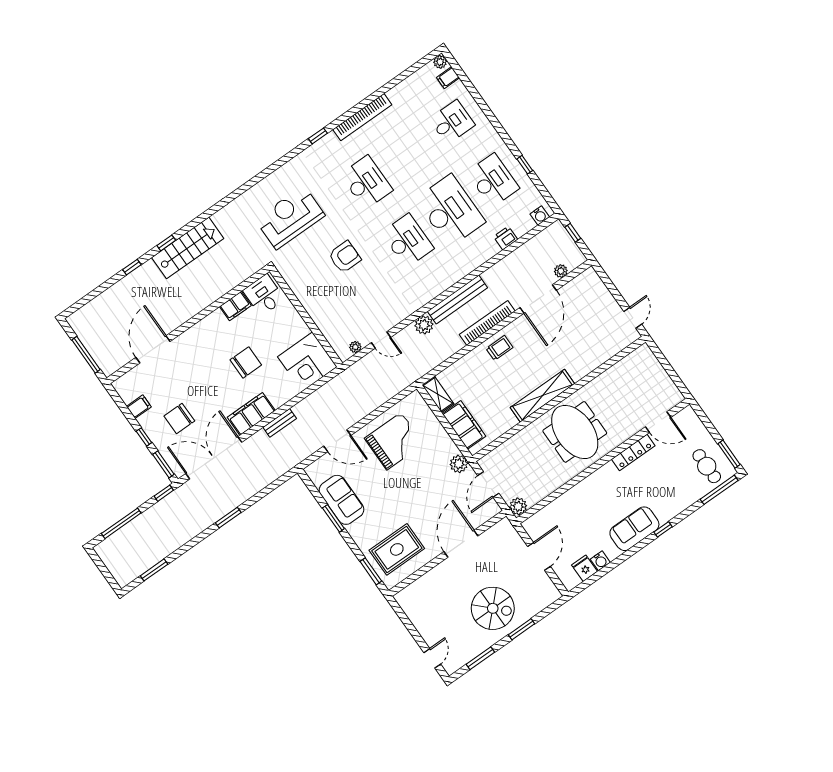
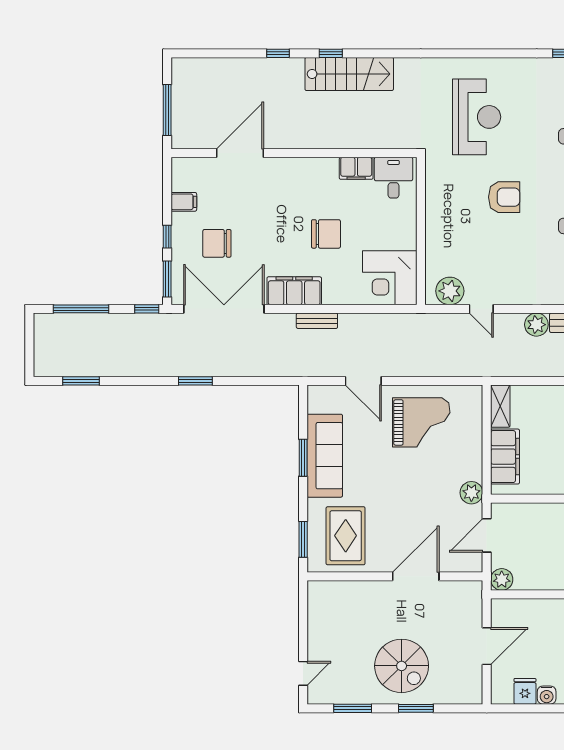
reception desk: (290, 217) -> (477, 117), turned 90
plant: (355, 347) -> (450, 291), width x1.88, depth x1.88
sofa: (341, 500) -> (325, 456), width x1.36
rug: (397, 549) -> (346, 536), turned 90

